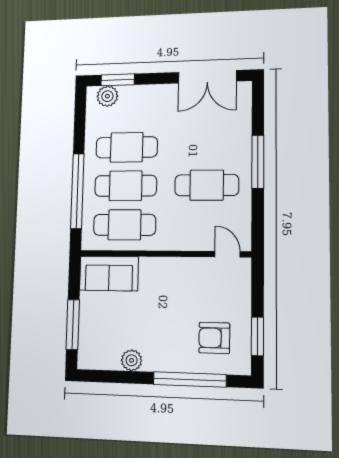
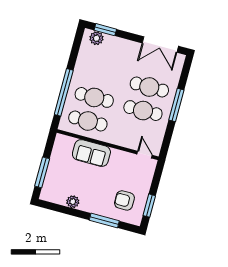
cafe table: (127, 147) -> (149, 87), moved
sofa: (109, 273) -> (91, 153), moved
window: (190, 379) -> (104, 221), width x0.68

